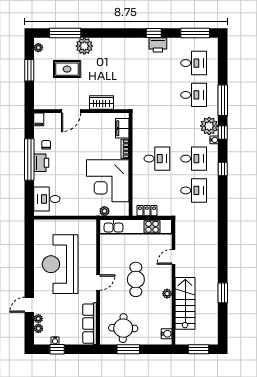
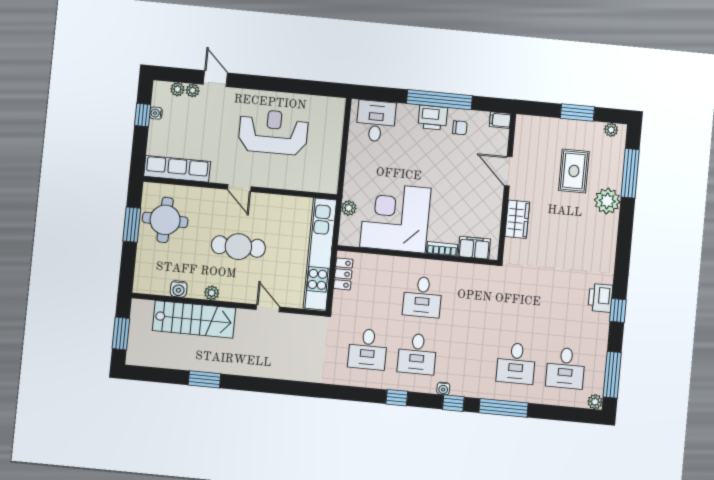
printer: (158, 45) -> (600, 298), moved
plant: (209, 126) -> (595, 402), moved, width x0.53, depth x0.53
reception desk: (60, 264) -> (273, 132), width x0.74, depth x0.77
water cooler: (167, 334) -> (179, 289), moved

